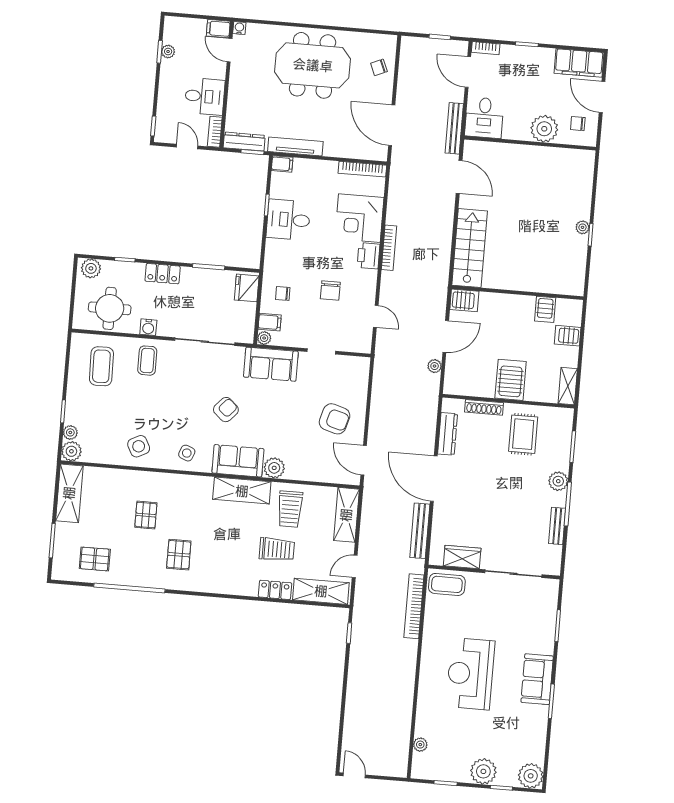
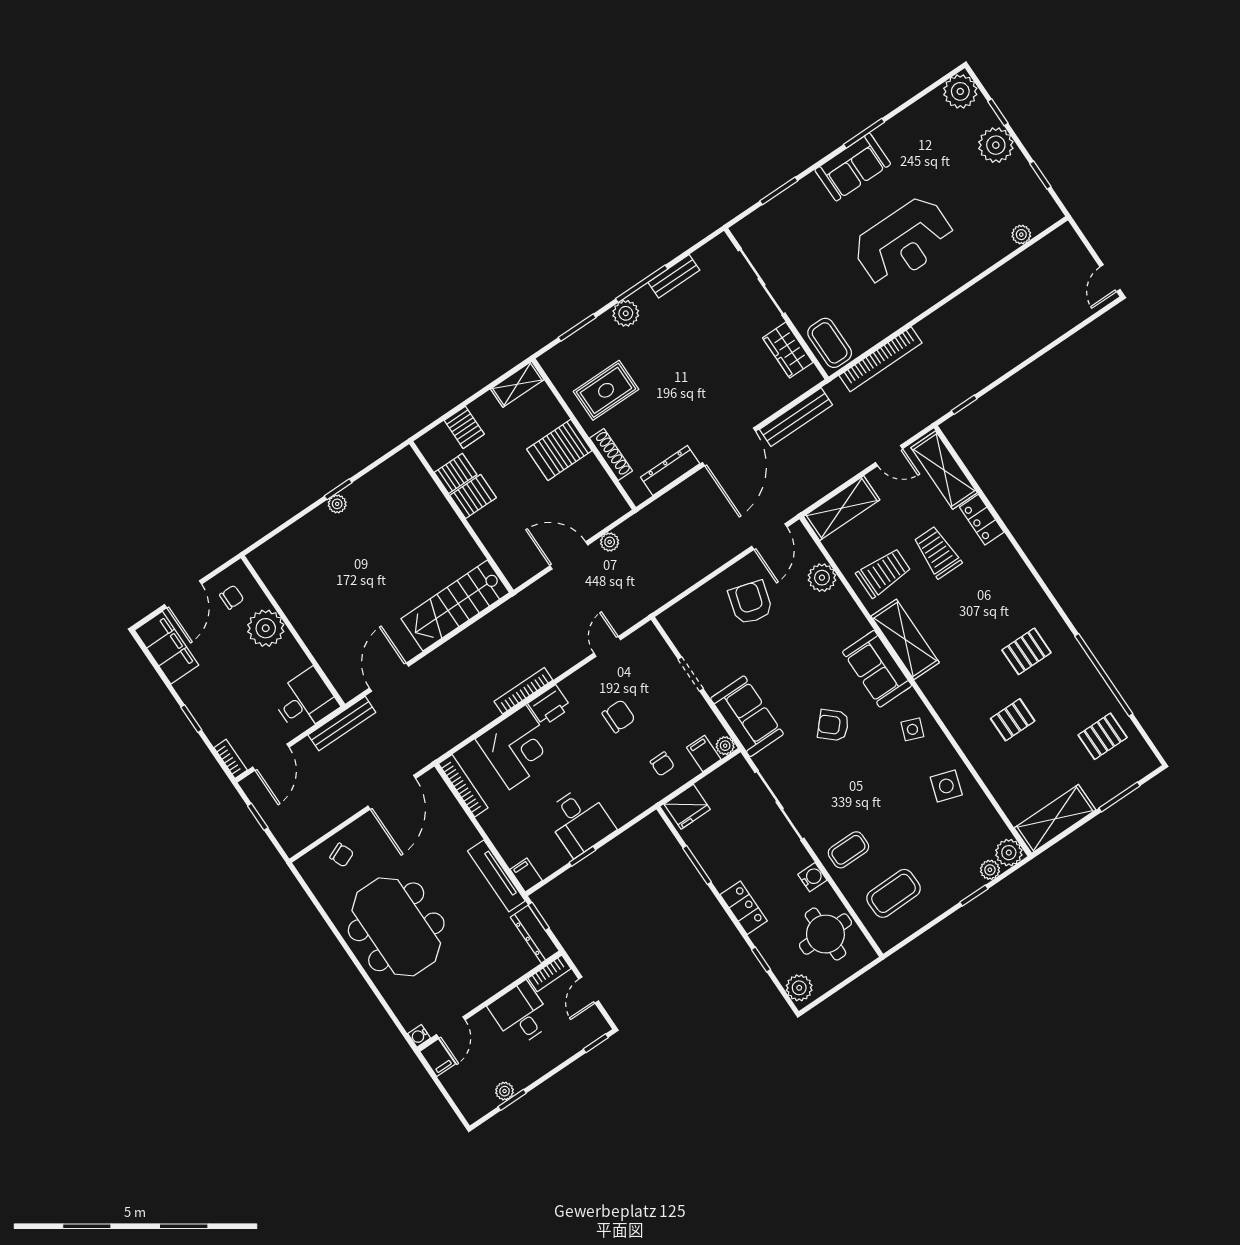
chair: (578, 124) -> (232, 597), turned -90
server rack: (464, 300) -> (473, 497), moved, turned 90
side table: (139, 446) -> (946, 786), turned 45
plant: (274, 468) -> (822, 578), moved
pallet: (95, 559) -> (1103, 736), turned 90

